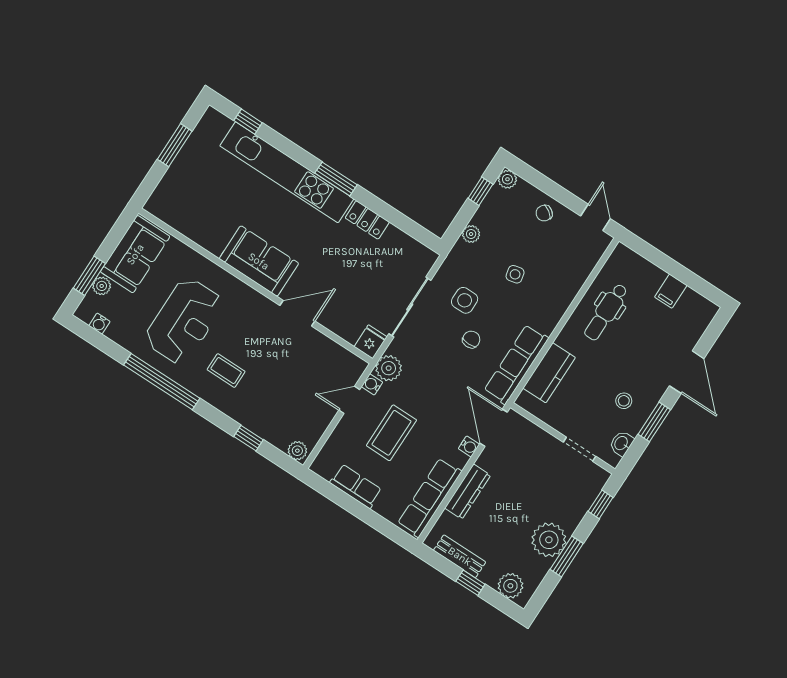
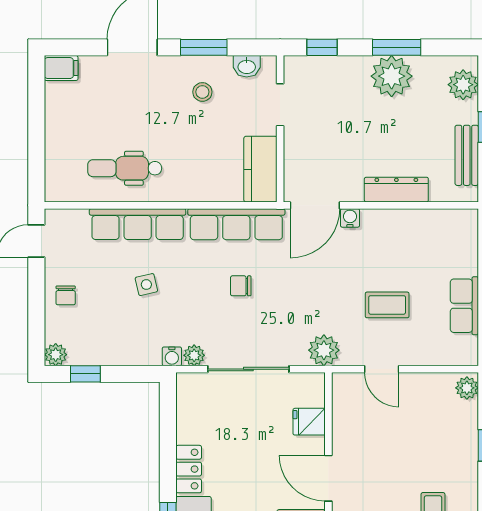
chair: (544, 213) -> (66, 295), turned 55
plant: (471, 234) -> (194, 355), moved
filing cabinet: (671, 291) -> (61, 68), moved
side table: (465, 300) -> (206, 318), removed
dental chair: (606, 312) -> (125, 168), turned 180
fridge: (371, 342) -> (309, 422), moved
kitchen counter: (549, 373) -> (260, 169), moved, turned -90
water cooler: (372, 384) -> (172, 356), moved
coffee table: (391, 433) -> (387, 305), width x0.73, depth x0.77
row of seats: (430, 498) -> (138, 224), moved

